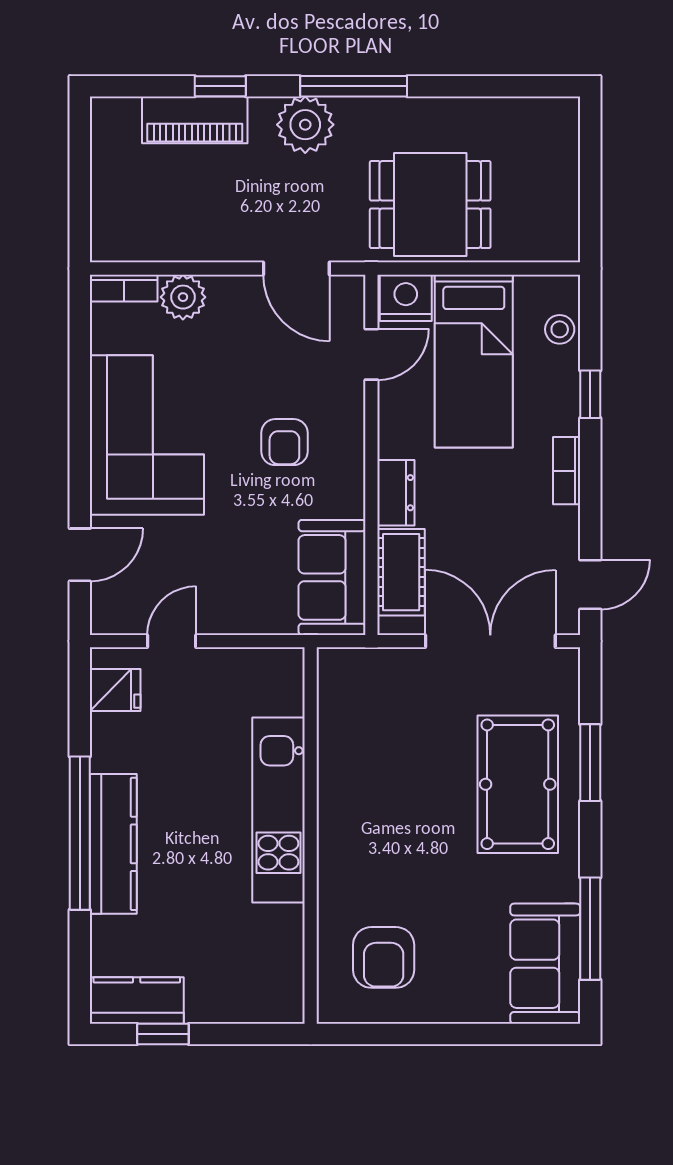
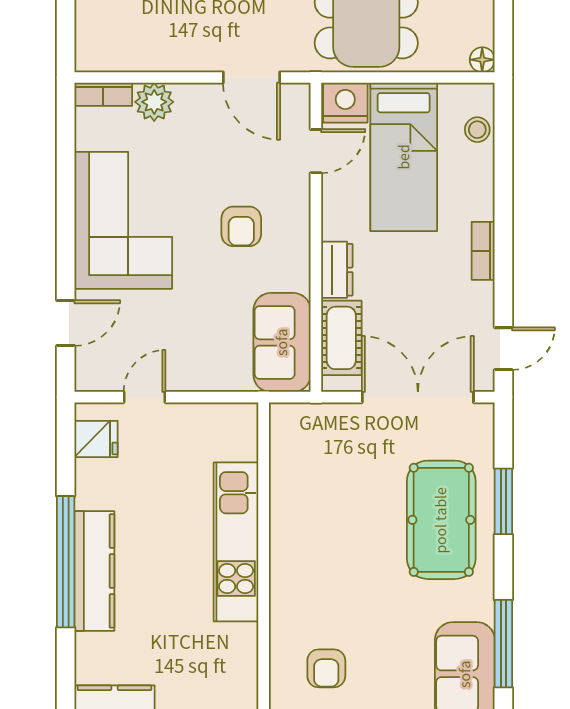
floor lamp: (565, 248) -> (482, 60), added
window: (590, 394) -> (503, 185), removed
armchair: (384, 957) -> (326, 668), width x0.72, depth x0.72

